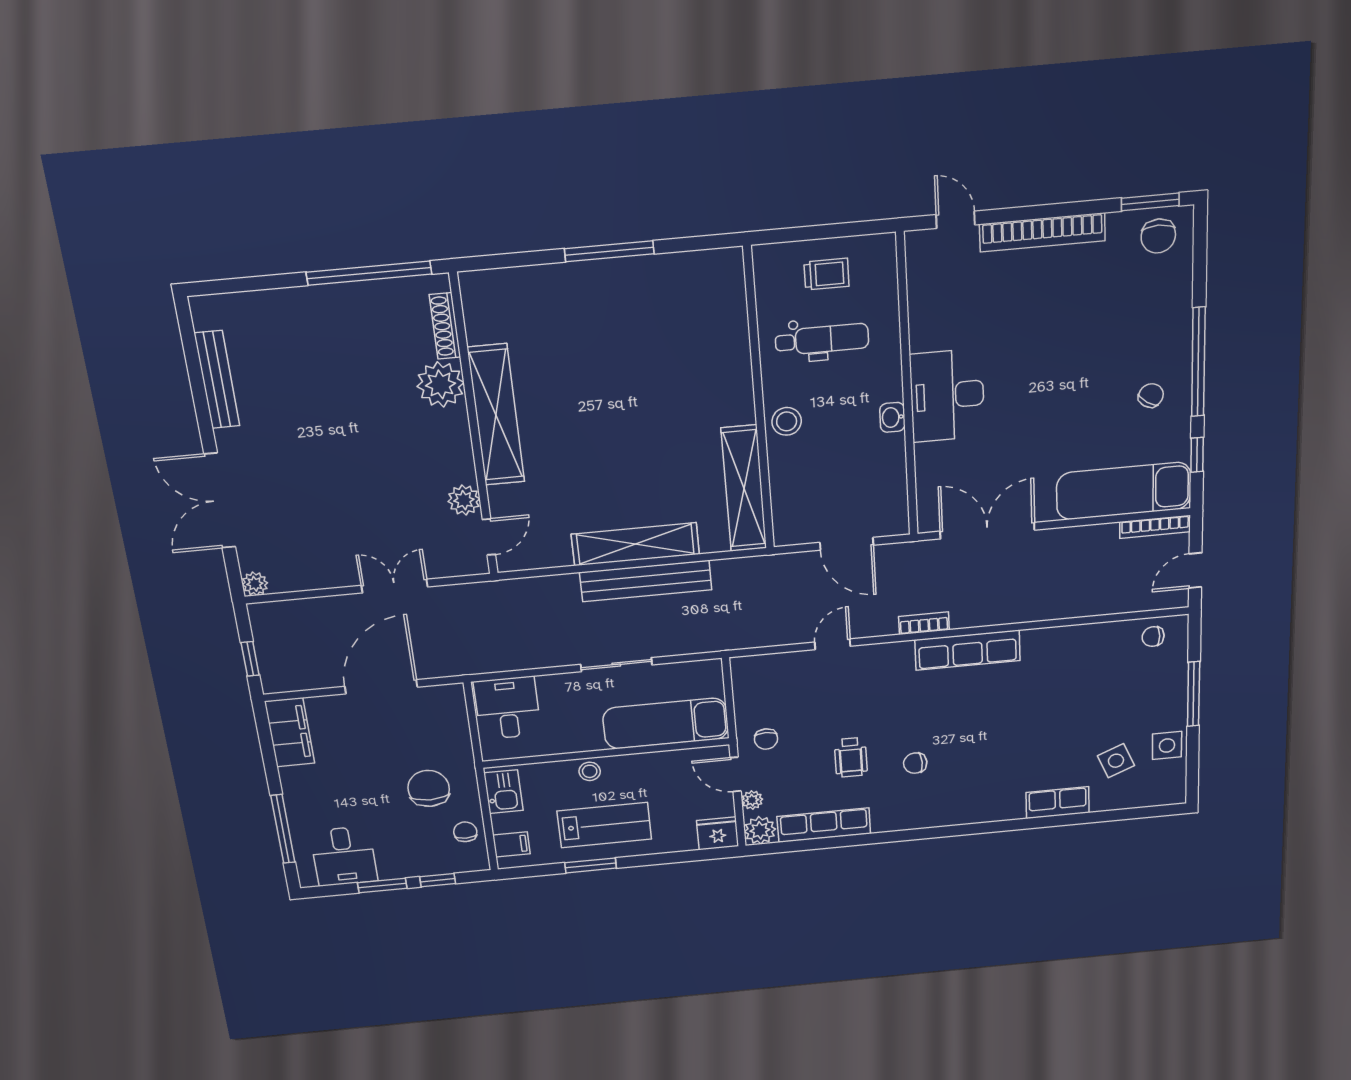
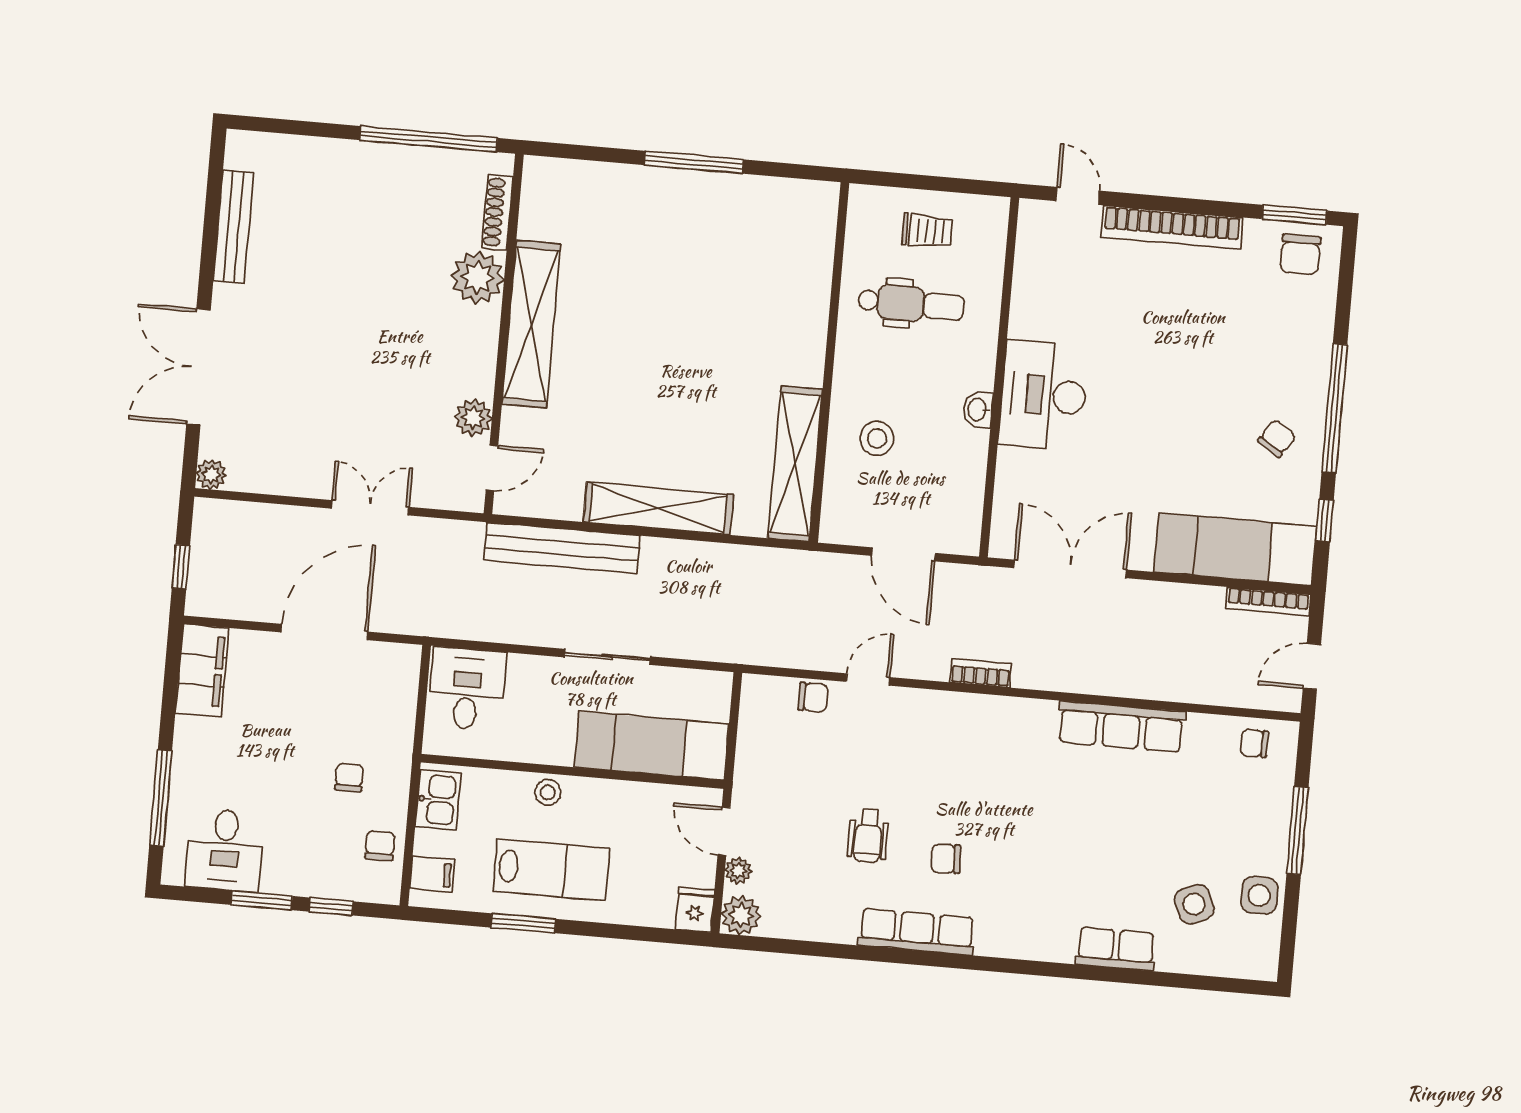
stool: (787, 421) -> (877, 438), moved
bench: (646, 581) -> (562, 548), moved
row of seats: (968, 650) -> (1121, 727), moved
chair: (766, 739) -> (813, 697), moved, turned -90
chair: (429, 788) -> (349, 777), width x0.54, depth x0.54
row of seats: (824, 825) -> (917, 932), moved
fridge: (718, 833) -> (695, 910), width x0.72

